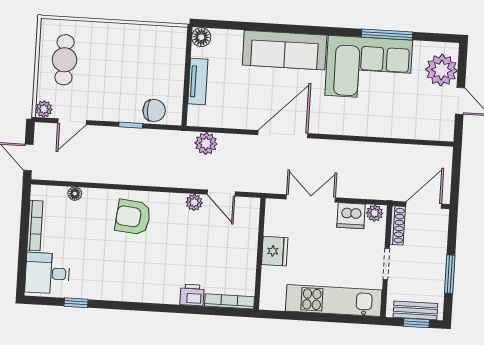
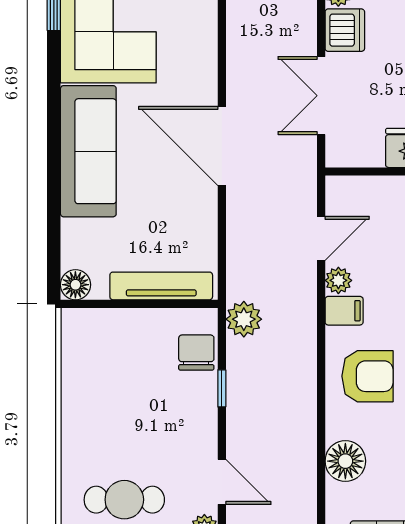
tv unit: (198, 82) -> (161, 286), width x1.41
plant: (206, 143) -> (244, 319), moved
floor lamp: (75, 194) -> (345, 461), width x1.89, depth x1.89
filing cabinet: (175, 205) -> (344, 311), added
armchair: (133, 217) -> (368, 376), turned -96

